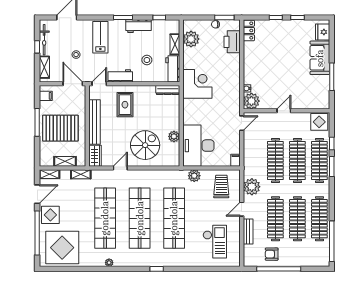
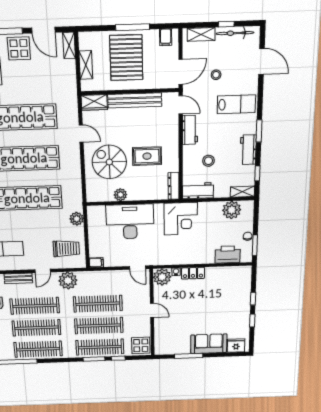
locker: (249, 31) -> (193, 273), moved
shelving: (175, 44) -> (242, 192), moved
rug: (125, 105) -> (147, 156), moved
spiral stairs: (145, 145) -> (109, 162), turned 180
desk: (198, 146) -> (130, 222), moved
shelving: (81, 174) -> (71, 85), removed
door: (242, 209) -> (43, 271), swing flipped

